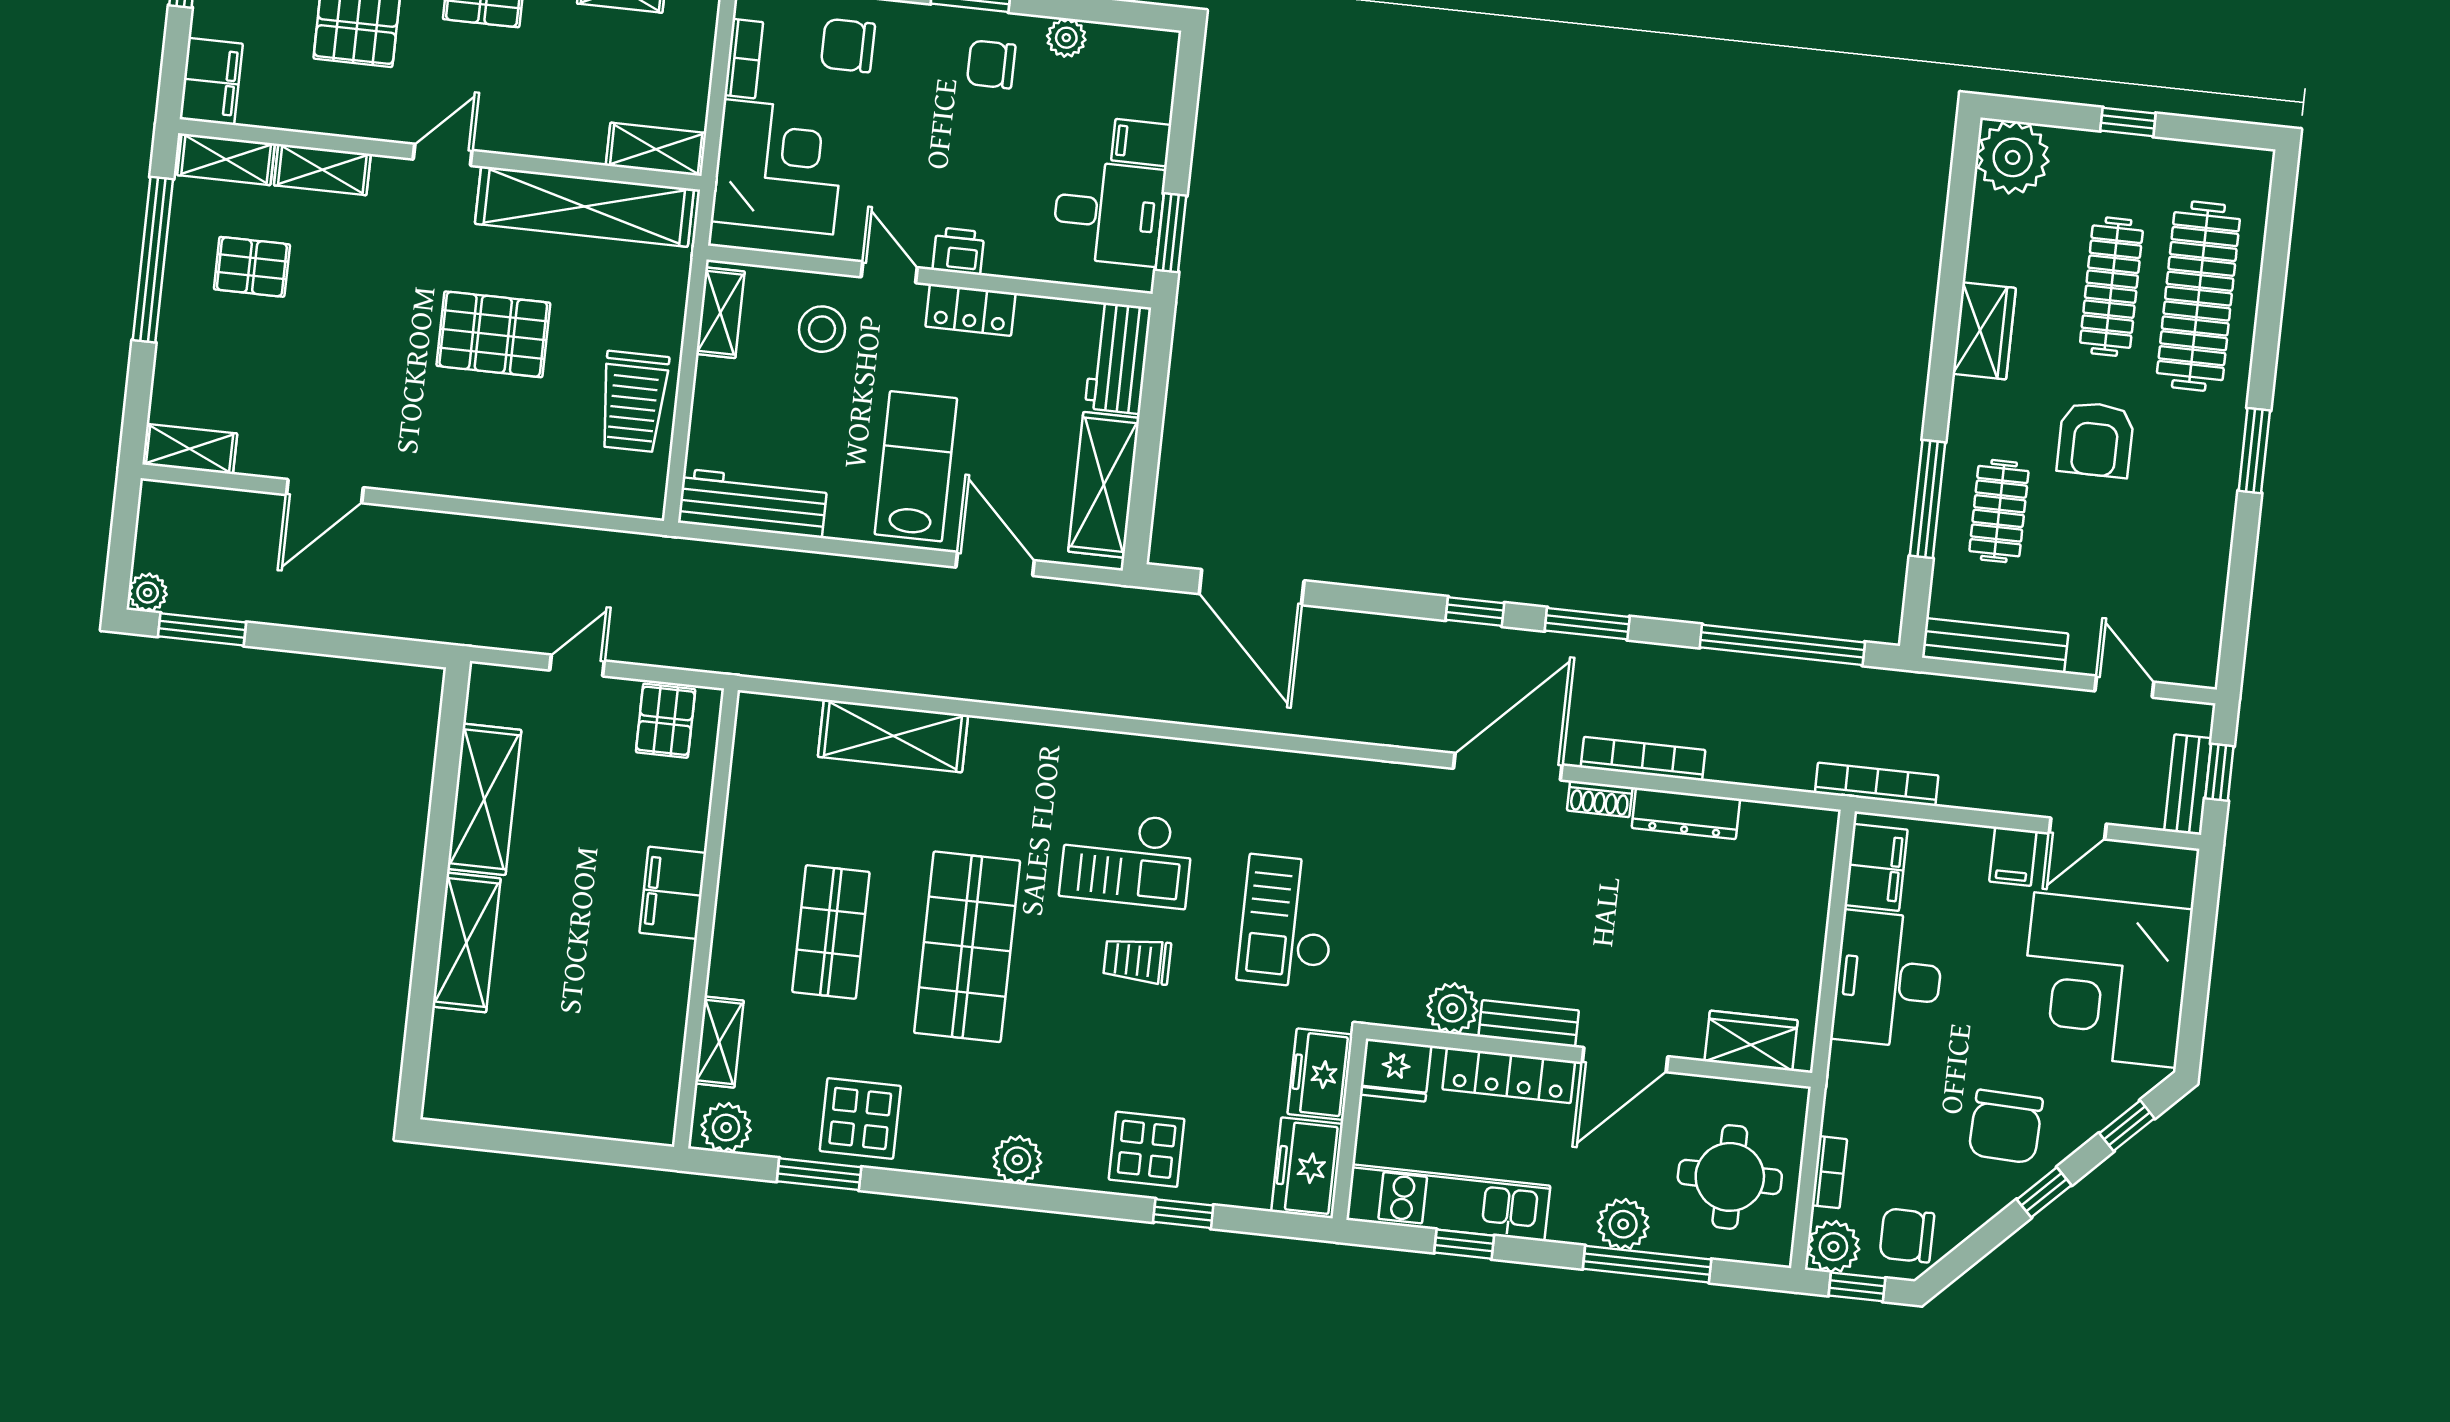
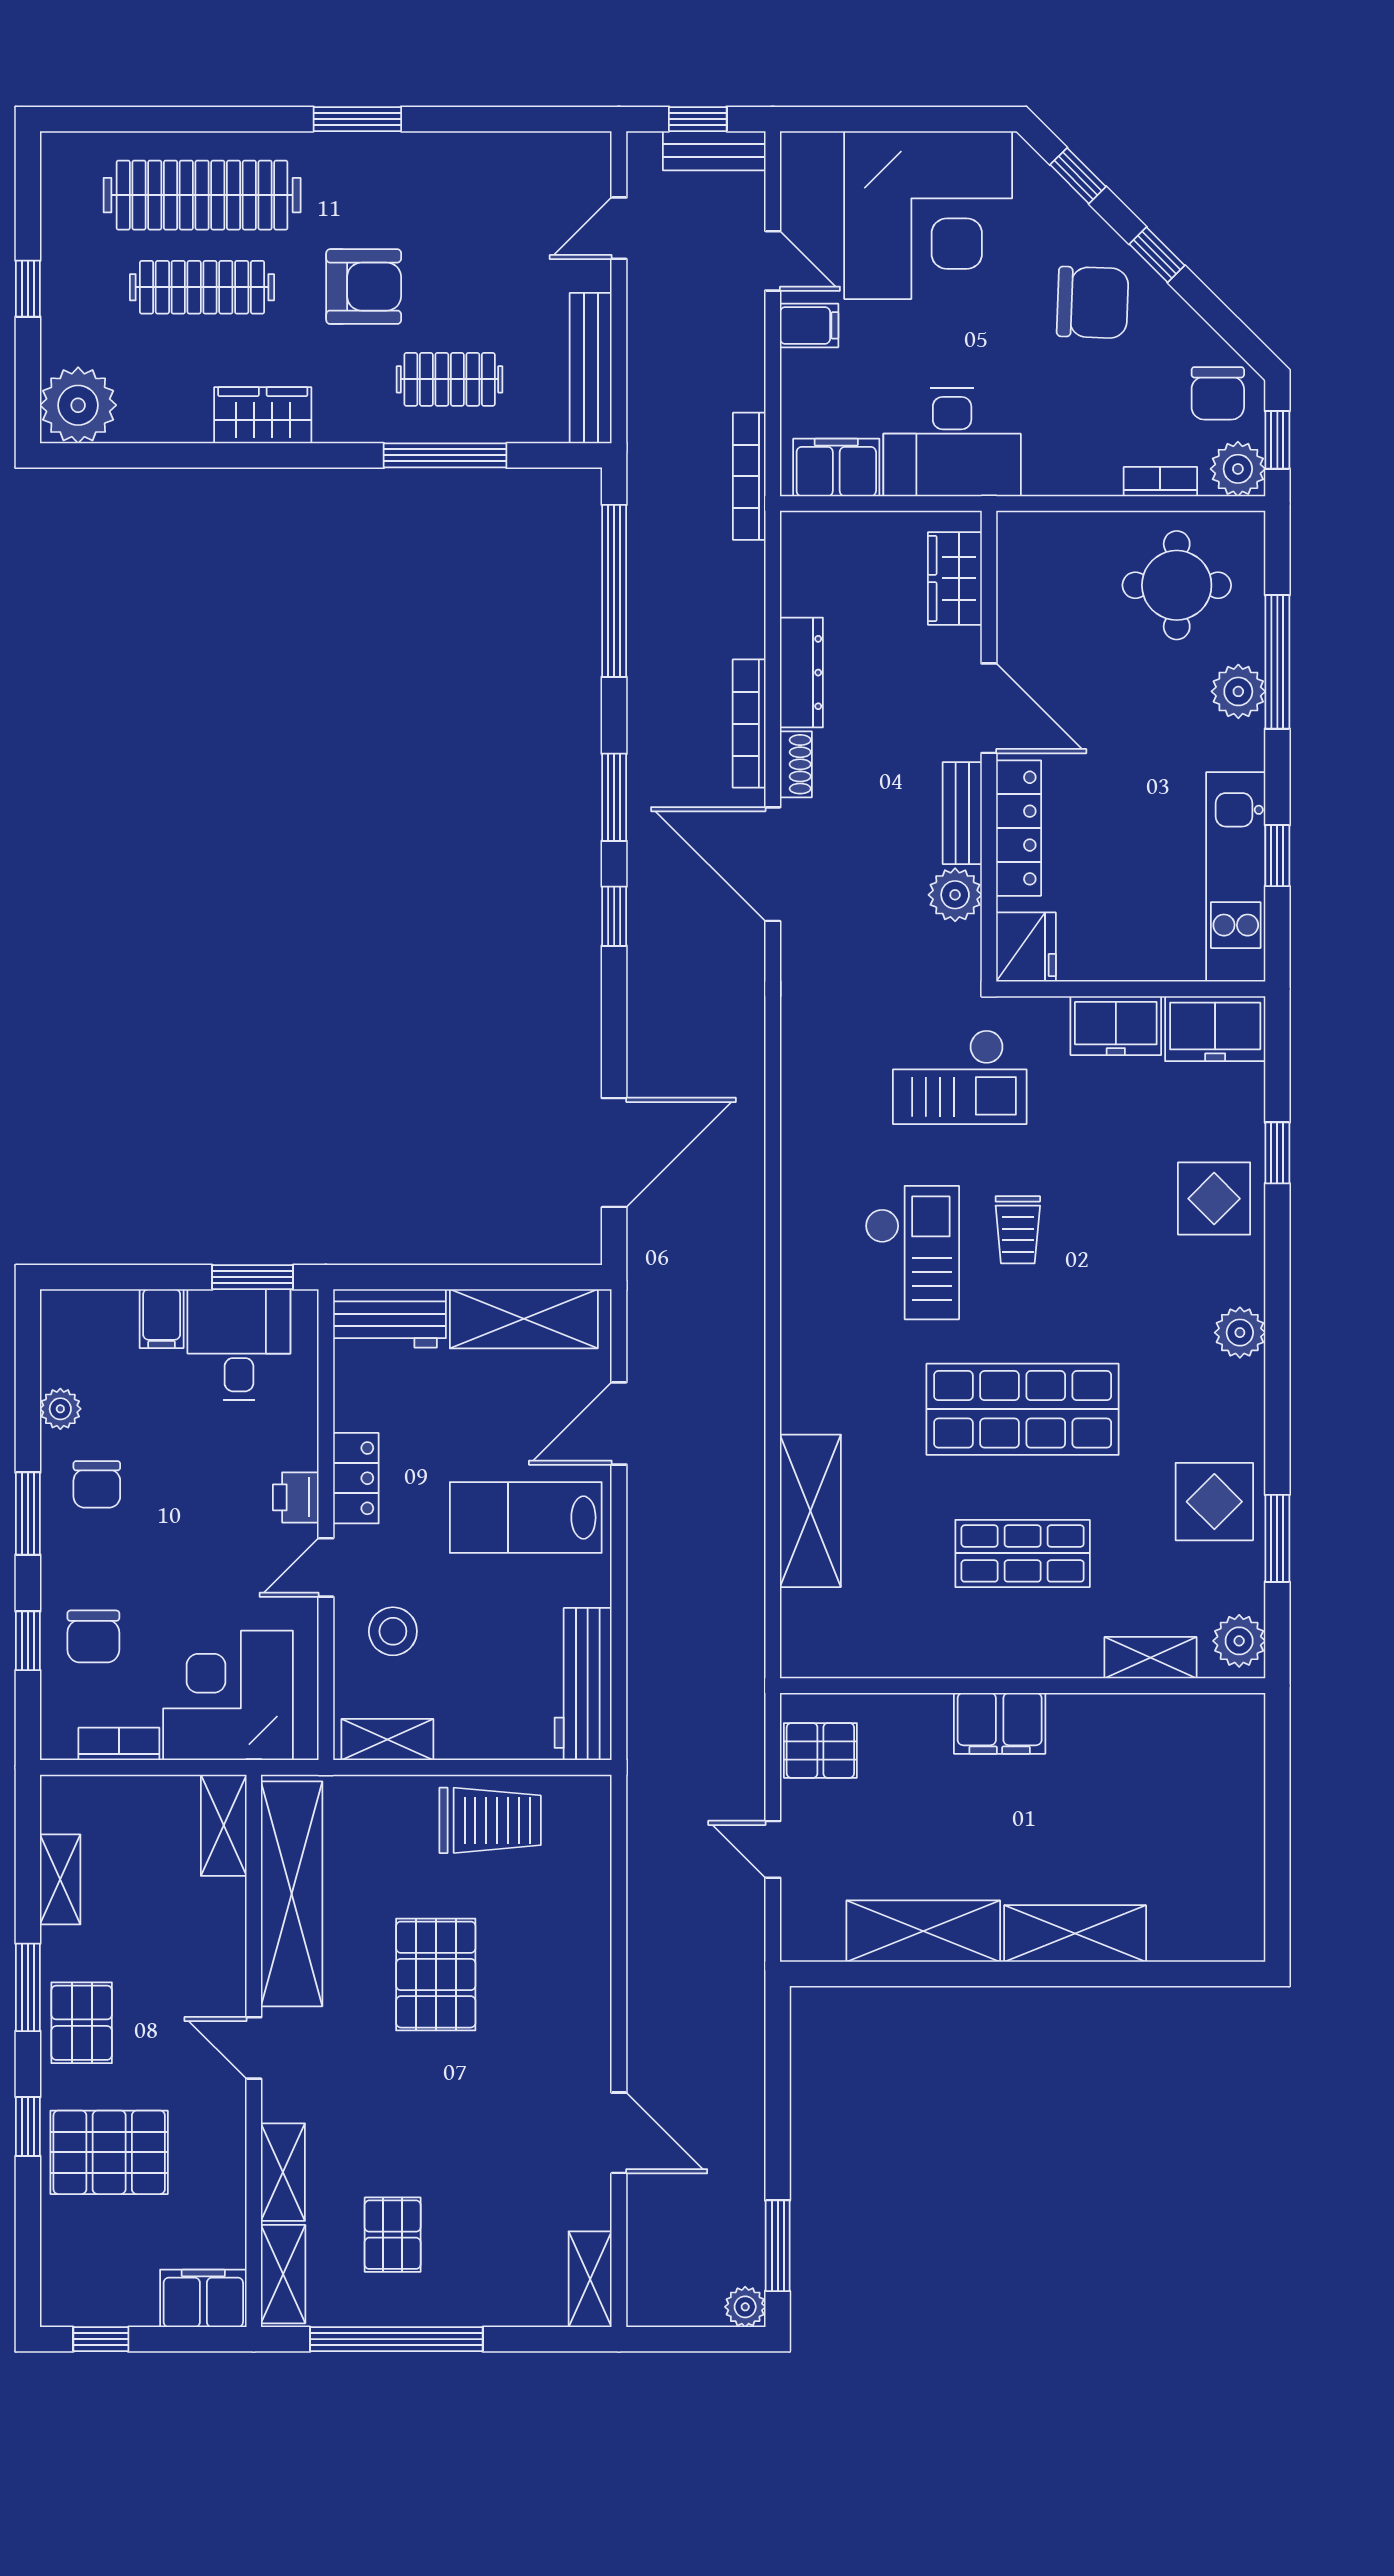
plant: (1452, 1008) -> (955, 895), moved
bench: (1529, 1024) -> (962, 813), moved
wardrobe: (1751, 1041) -> (955, 578), moved
wall: (1589, 1056) -> (989, 746), moved
door: (1625, 1060) -> (989, 708), moved
fridge: (1396, 1070) -> (1026, 947), moved
locker: (1509, 1075) -> (1019, 828), moved

